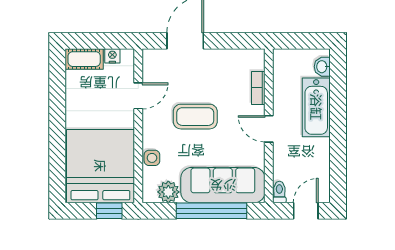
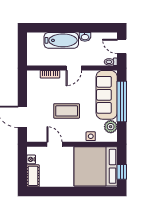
washbasin: (322, 67) -> (85, 37), moved
coffee table: (195, 117) -> (67, 111), turned 90
window: (109, 211) -> (122, 172), moved

